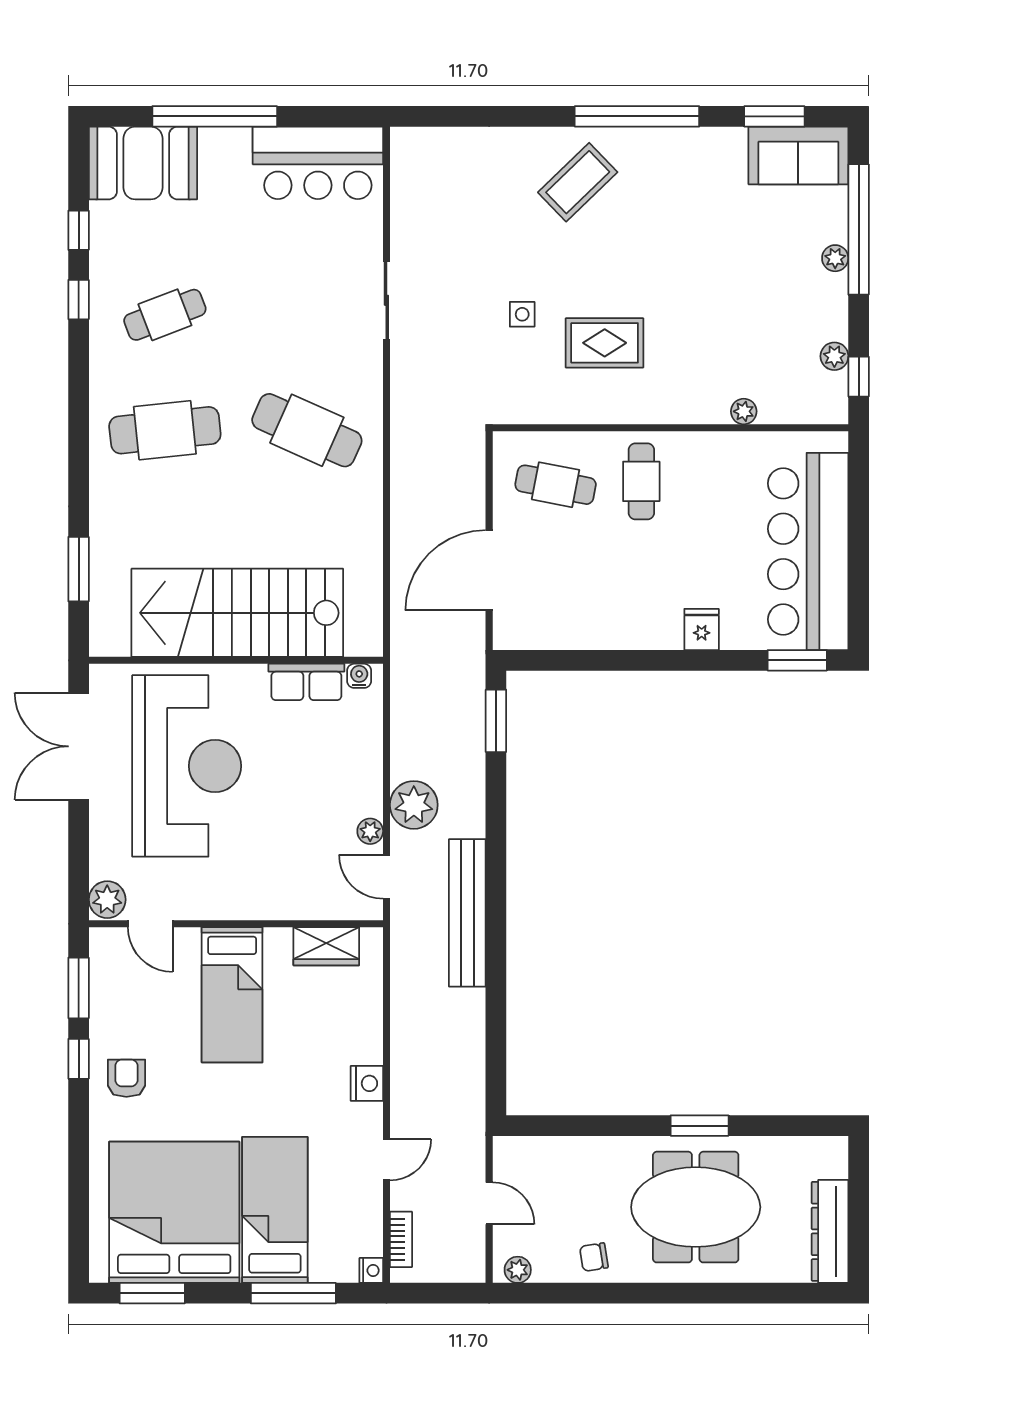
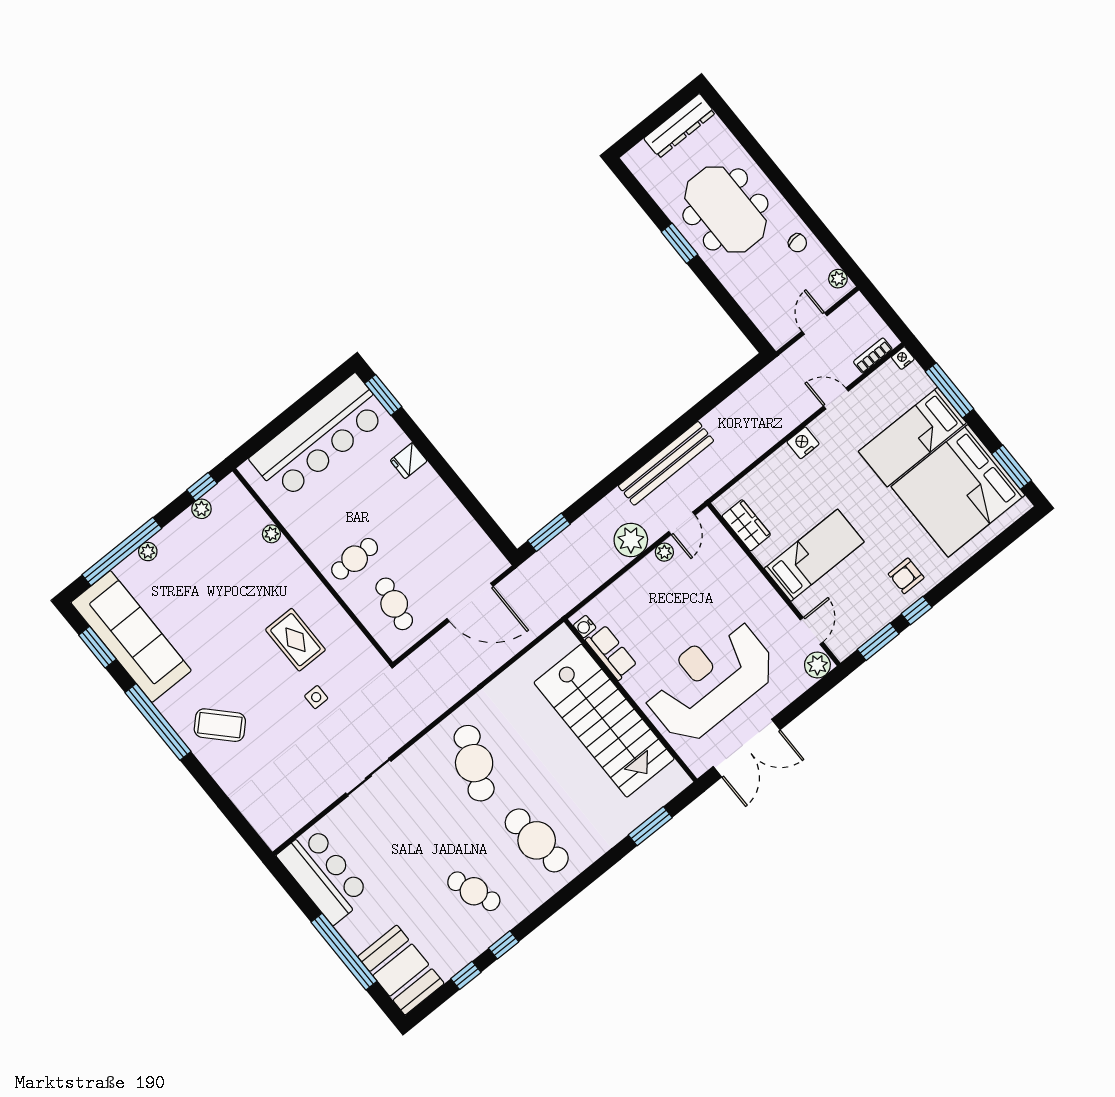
sofa: (798, 156) -> (131, 636), width x1.85, depth x1.27

